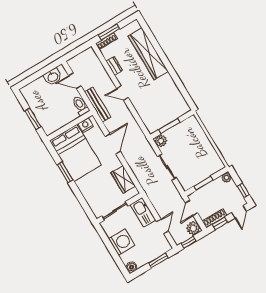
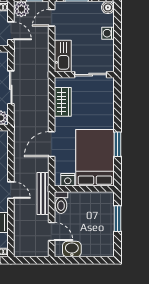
door: (191, 208) -> (11, 31), hinge flipped
door: (162, 226) -> (52, 18), moved
washing machine: (122, 242) -> (108, 33), width x0.53, depth x0.53

